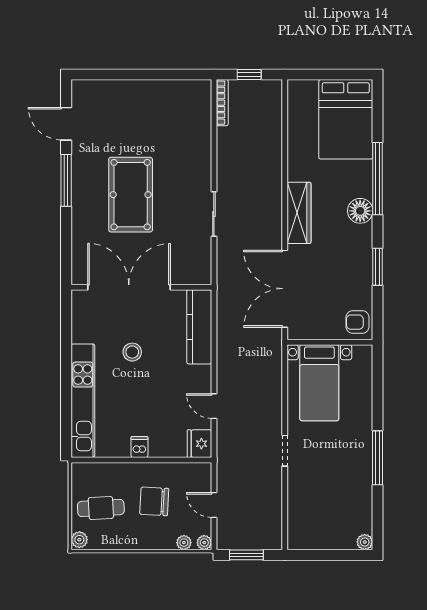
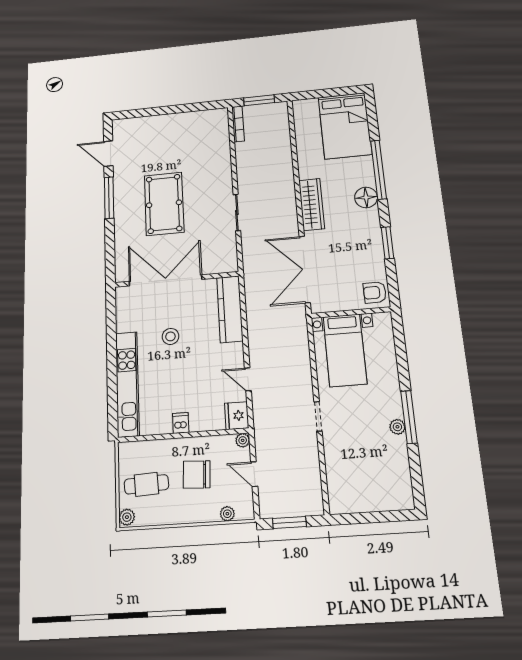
window: (249, 75) -> (259, 100), width x1.50
plant: (365, 542) -> (397, 427), moved
plant: (204, 543) -> (243, 440), moved

